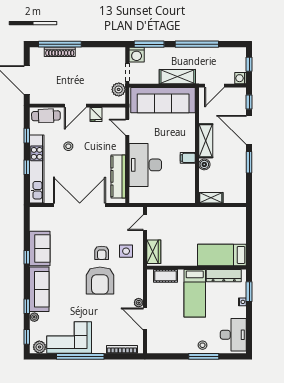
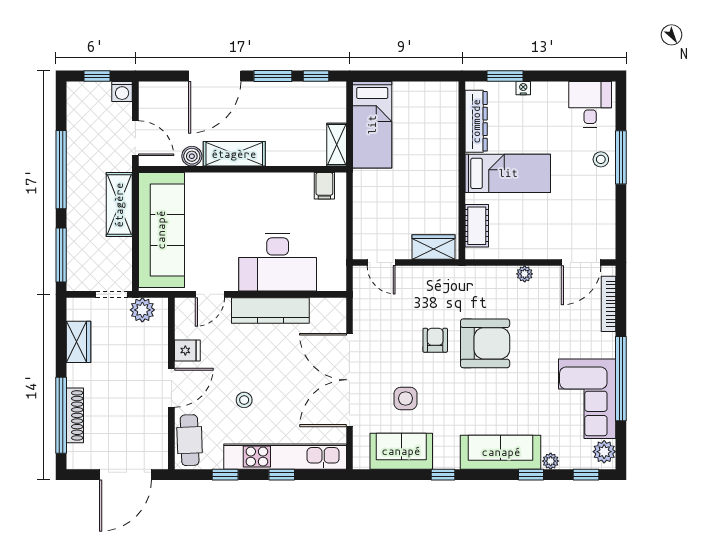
wardrobe: (101, 54) -> (79, 342), added
washing machine: (137, 55) -> (80, 278), removed
window: (249, 102) -> (316, 76), moved
door: (75, 106) -> (171, 388), hinge flipped
filing cabinet: (188, 158) -> (324, 186), moved
boiler: (204, 164) -> (192, 156), moved
kitchen counter: (118, 176) -> (270, 310), moved
sofa: (40, 248) -> (401, 451), moved
side table: (126, 251) -> (406, 398), moved
armchair: (102, 253) -> (435, 340), turned -90
bed: (222, 255) -> (372, 125), moved
door: (145, 319) -> (581, 263), moved
desk: (233, 335) -> (590, 104), width x0.73

